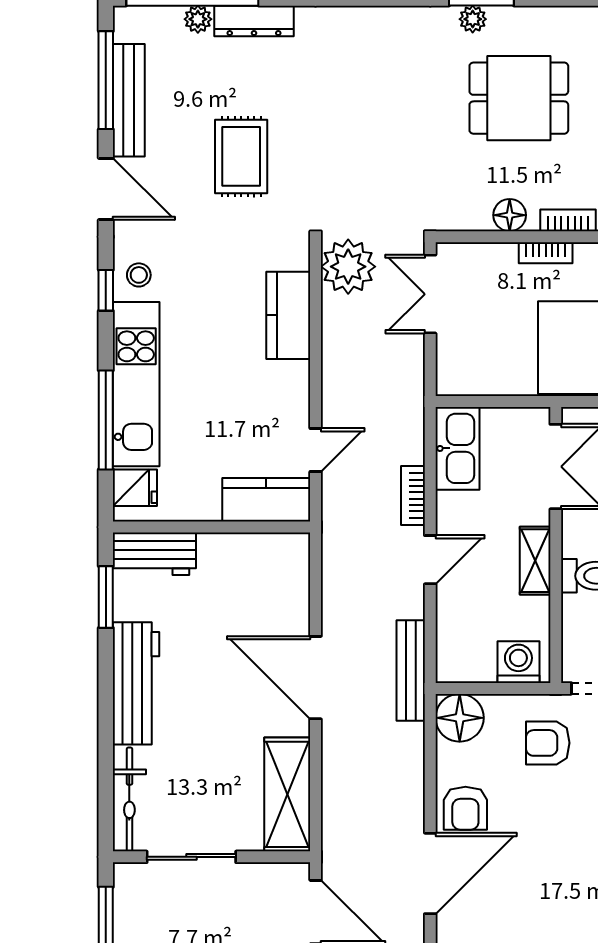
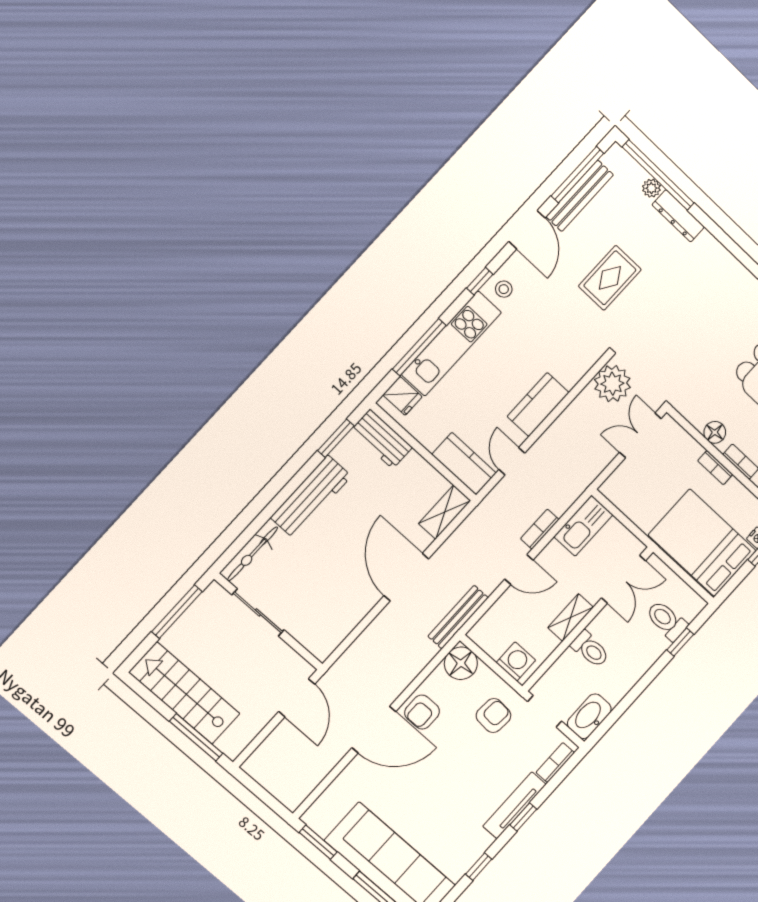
kitchen counter: (288, 315) -> (538, 405), moved
door: (316, 450) -> (512, 461), swing flipped
armchair: (548, 743) -> (493, 716), turned 94
shelving: (287, 794) -> (445, 512), moved, width x0.67, depth x0.75

